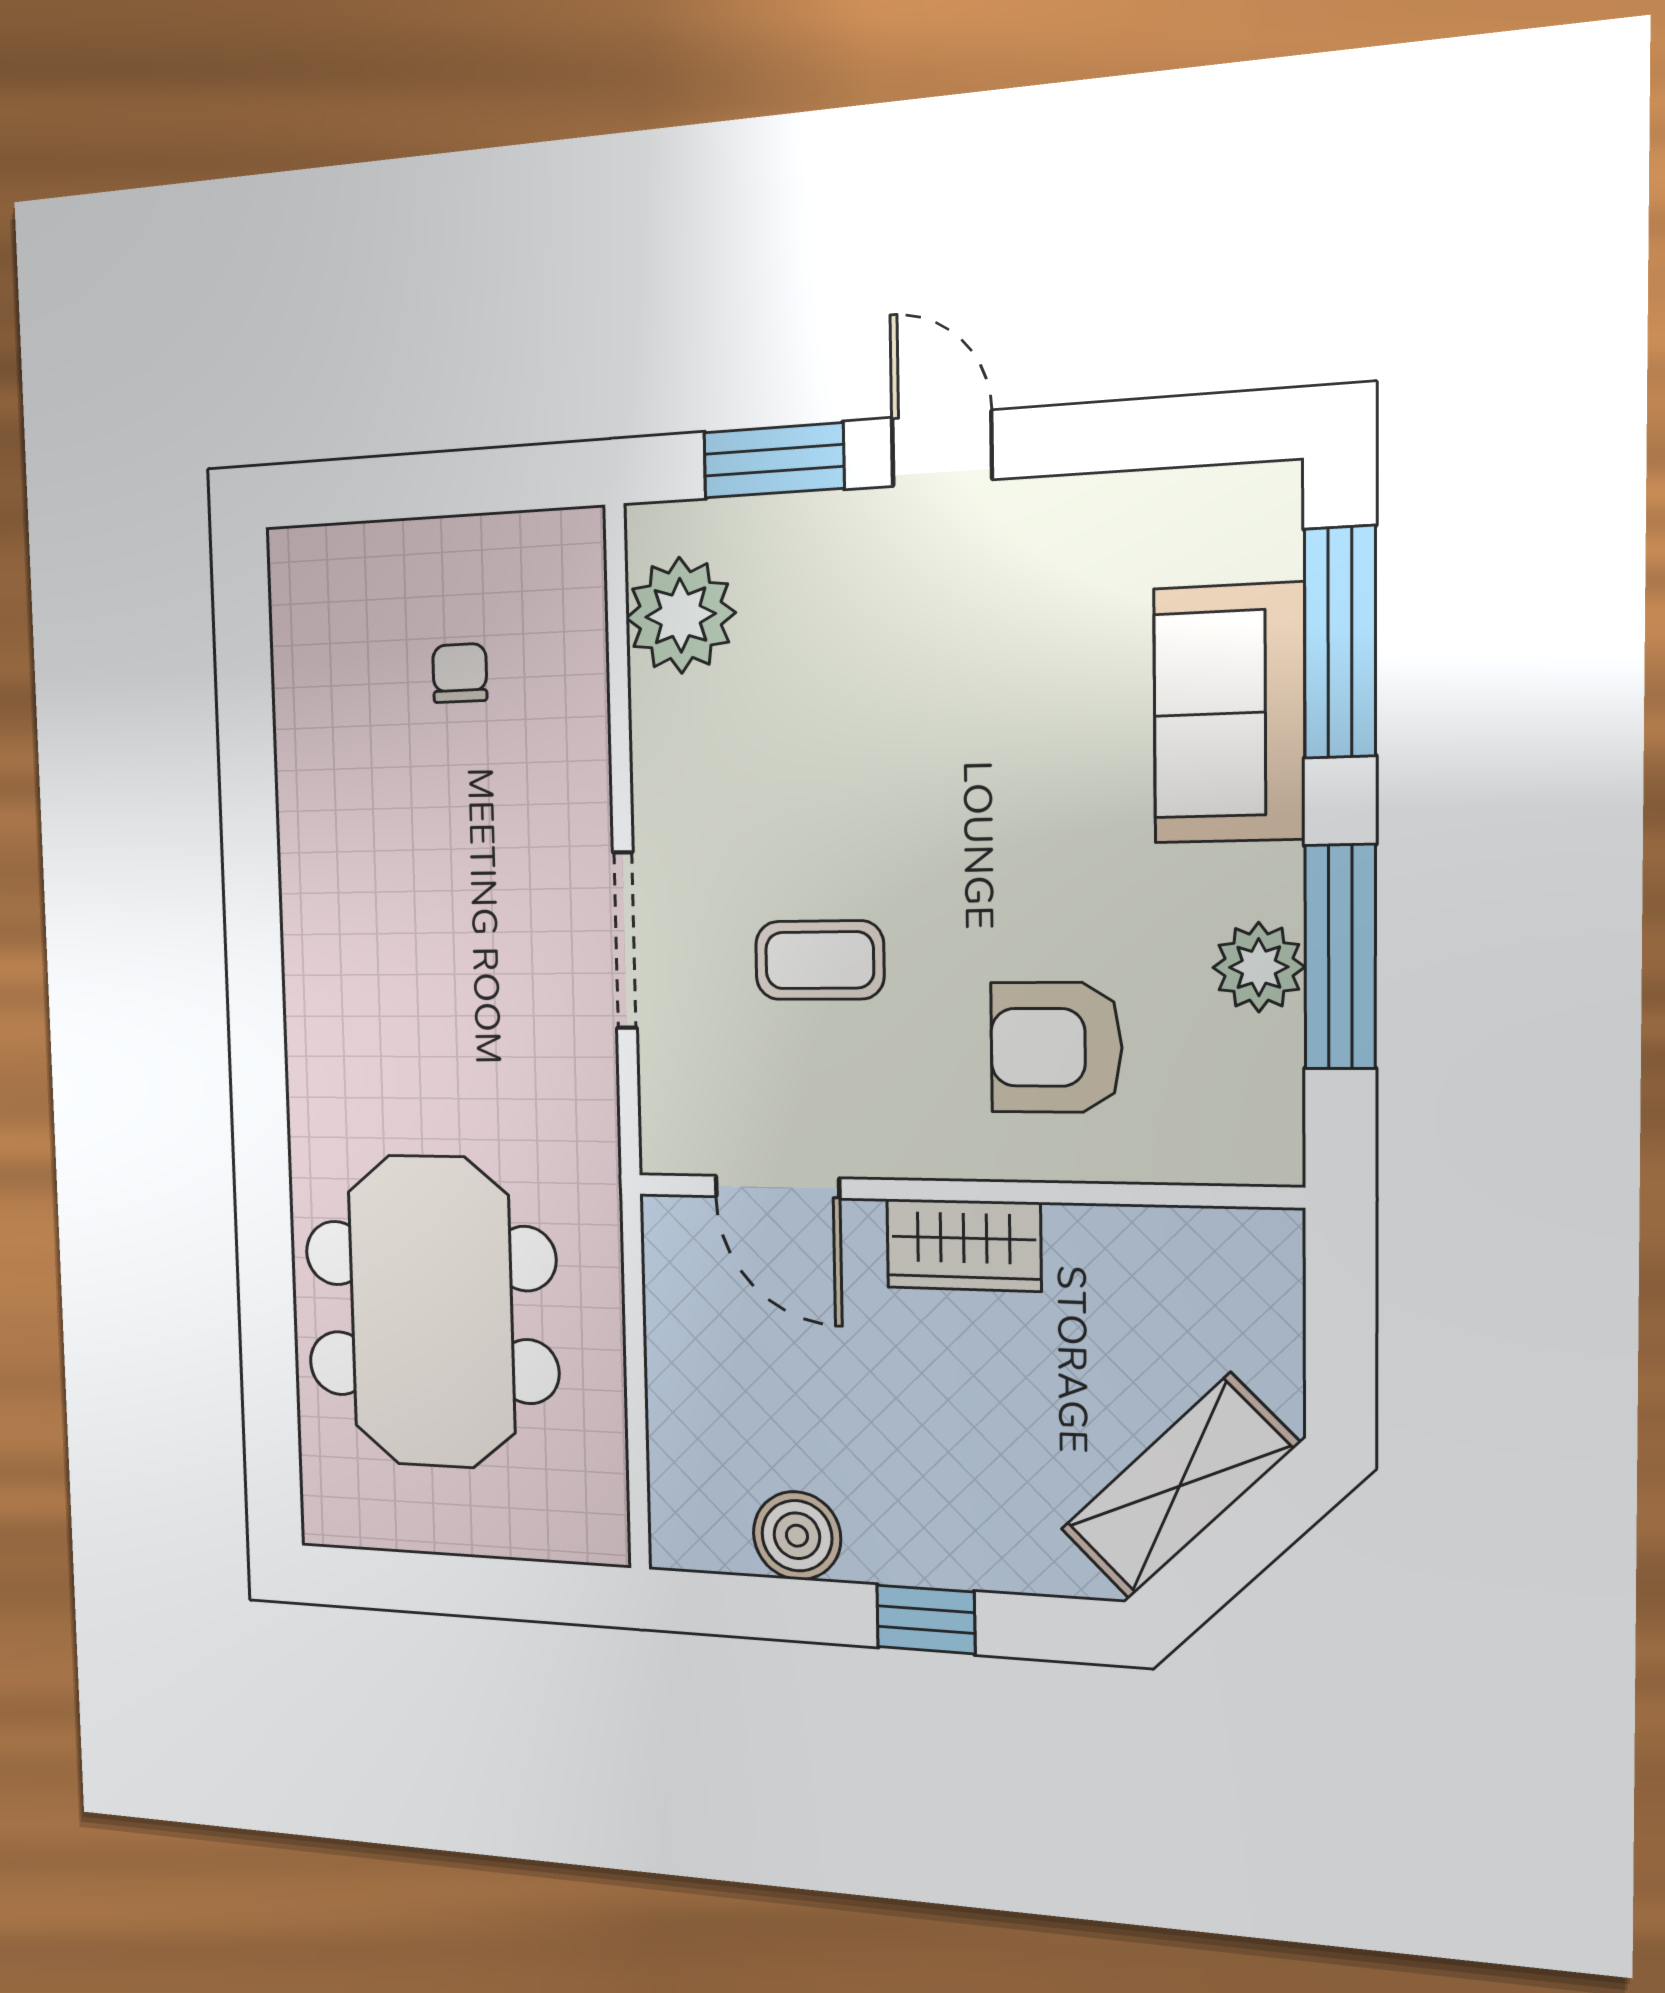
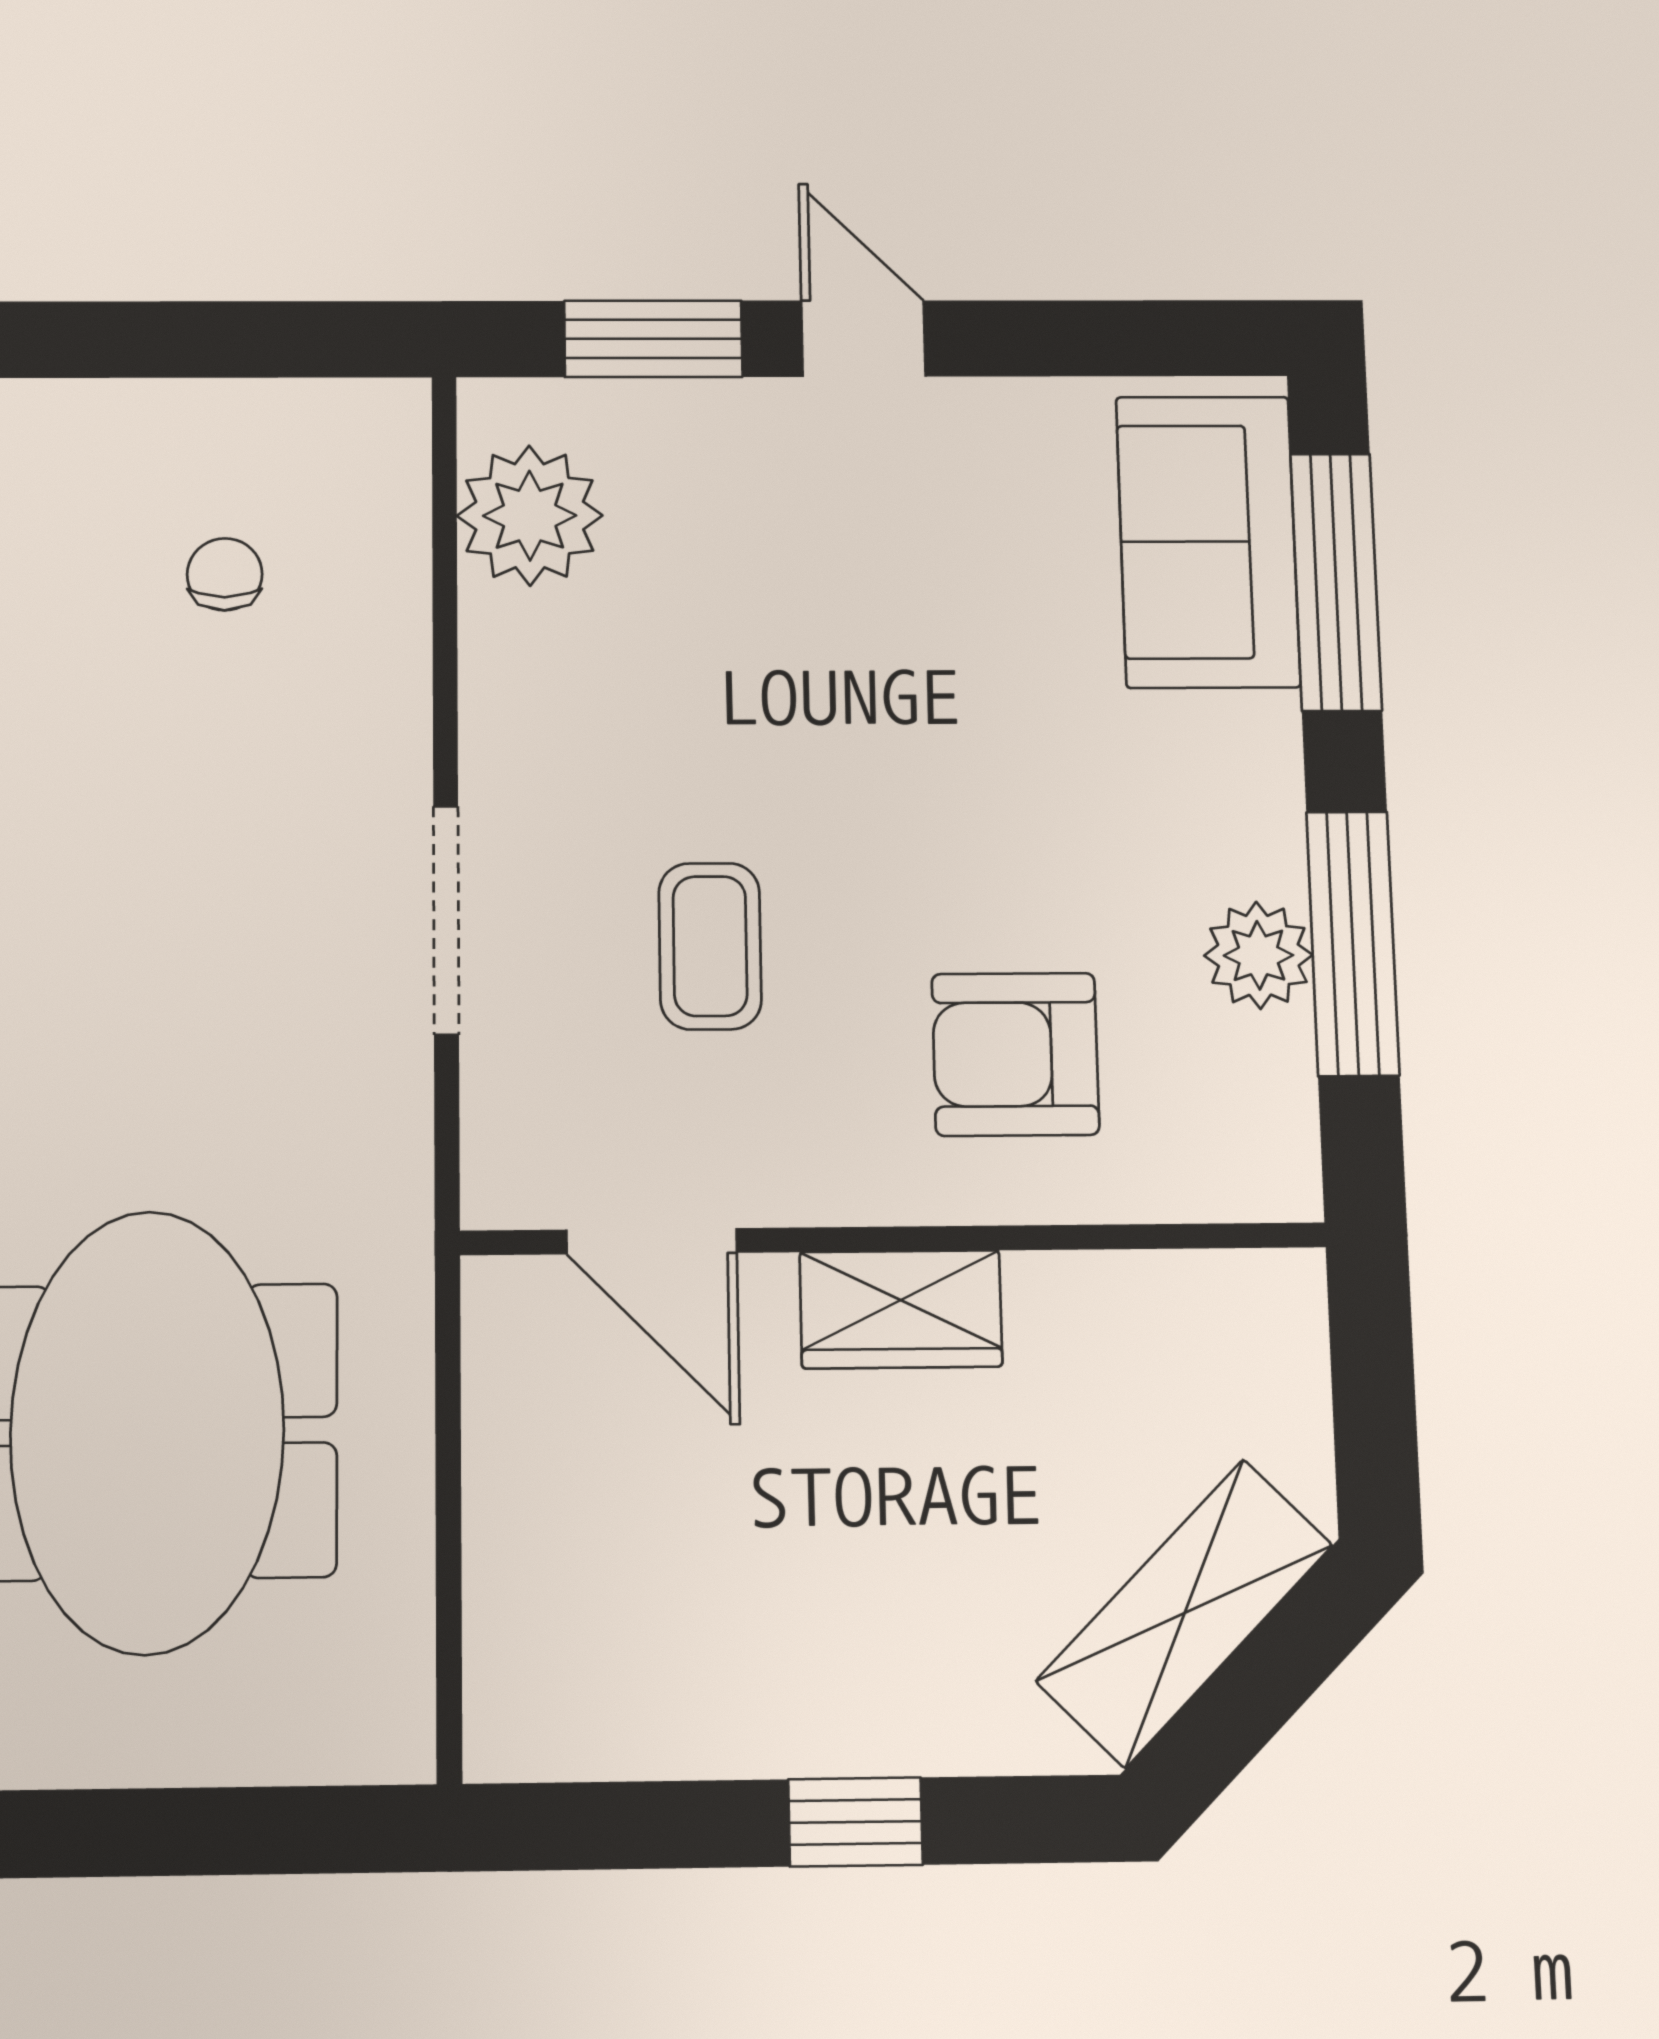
sofa: (1229, 714) -> (1208, 542), moved
coffee table: (820, 960) -> (710, 946), turned 90
boiler: (797, 1536) -> (676, 1718), removed

